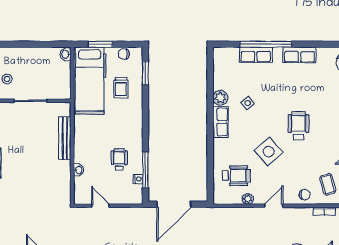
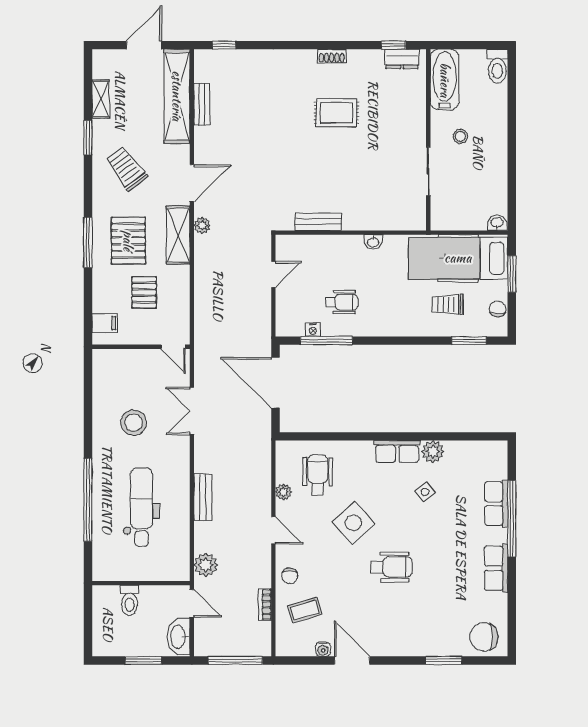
bench: (65, 138) -> (318, 222), moved, width x0.73
washbasin: (79, 170) -> (373, 242), moved
wheelchair: (236, 176) -> (318, 475), turned 180

